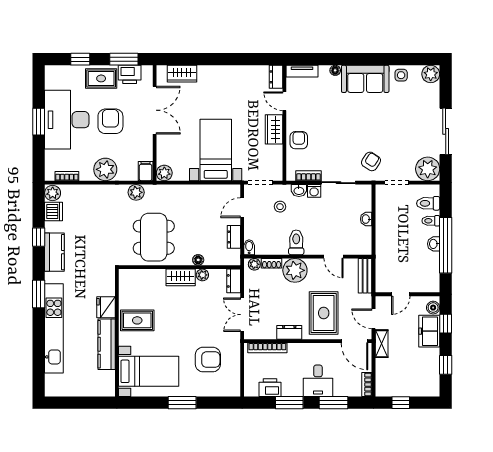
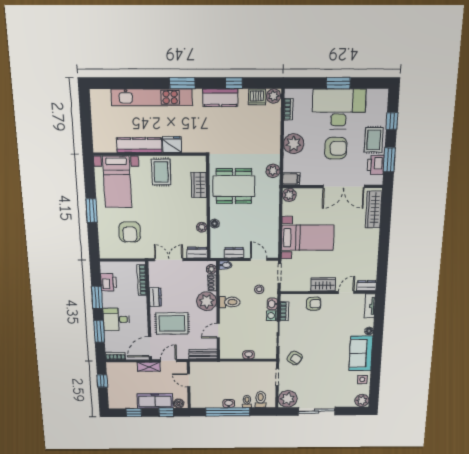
wardrobe: (182, 74) -> (374, 210), width x1.50
wardrobe: (181, 277) -> (199, 185), moved
freezer: (429, 331) -> (155, 401), width x1.40

